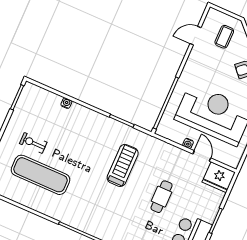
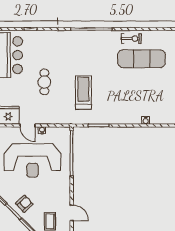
door: (195, 36) -> (72, 213), hinge flipped
exercise bike: (33, 143) -> (131, 39), moved
treadmill: (123, 165) -> (83, 93), turned 180

